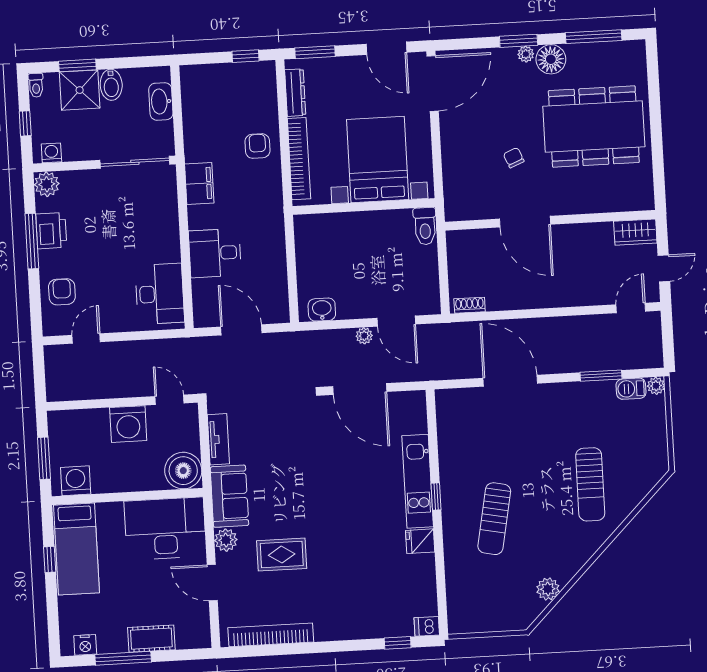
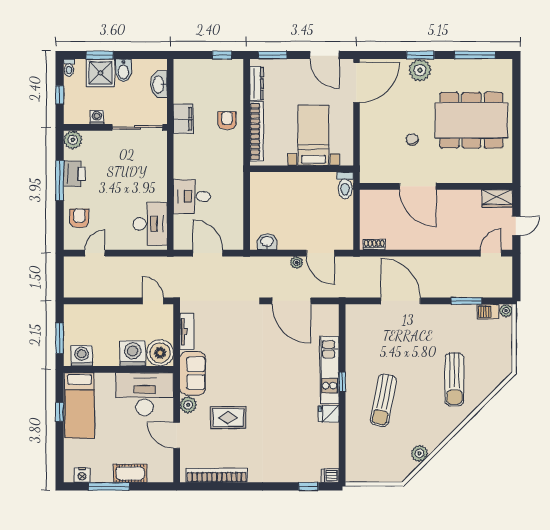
plant: (526, 54) -> (420, 70), width x1.88, depth x1.88
floor lamp: (551, 59) -> (443, 70), removed
washing machine: (51, 153) -> (97, 117), moved
bed with nightstands: (378, 160) -> (313, 135), width x0.73
filing cabinet: (199, 183) -> (183, 119), moved
washing machine: (128, 424) -> (133, 353), moved, turned 180

